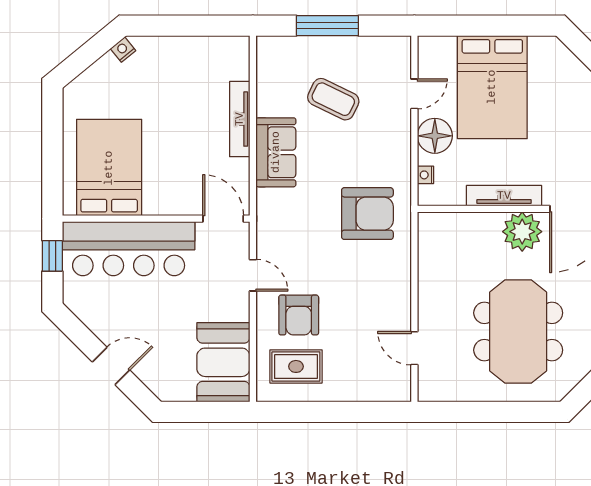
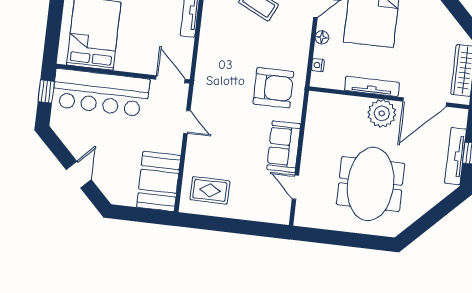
floor lamp: (435, 136) -> (322, 37), width x0.53, depth x0.53
sofa: (276, 152) -> (284, 147), moved, turned 180
armchair: (299, 315) -> (216, 154), removed
door: (111, 366) -> (79, 175), hinge flipped

